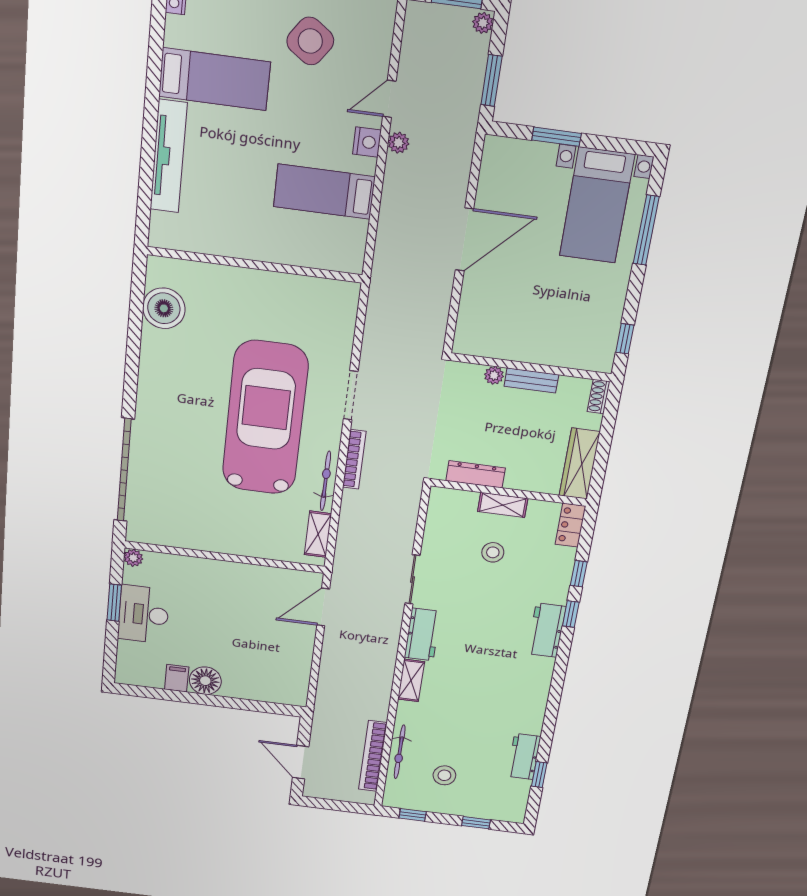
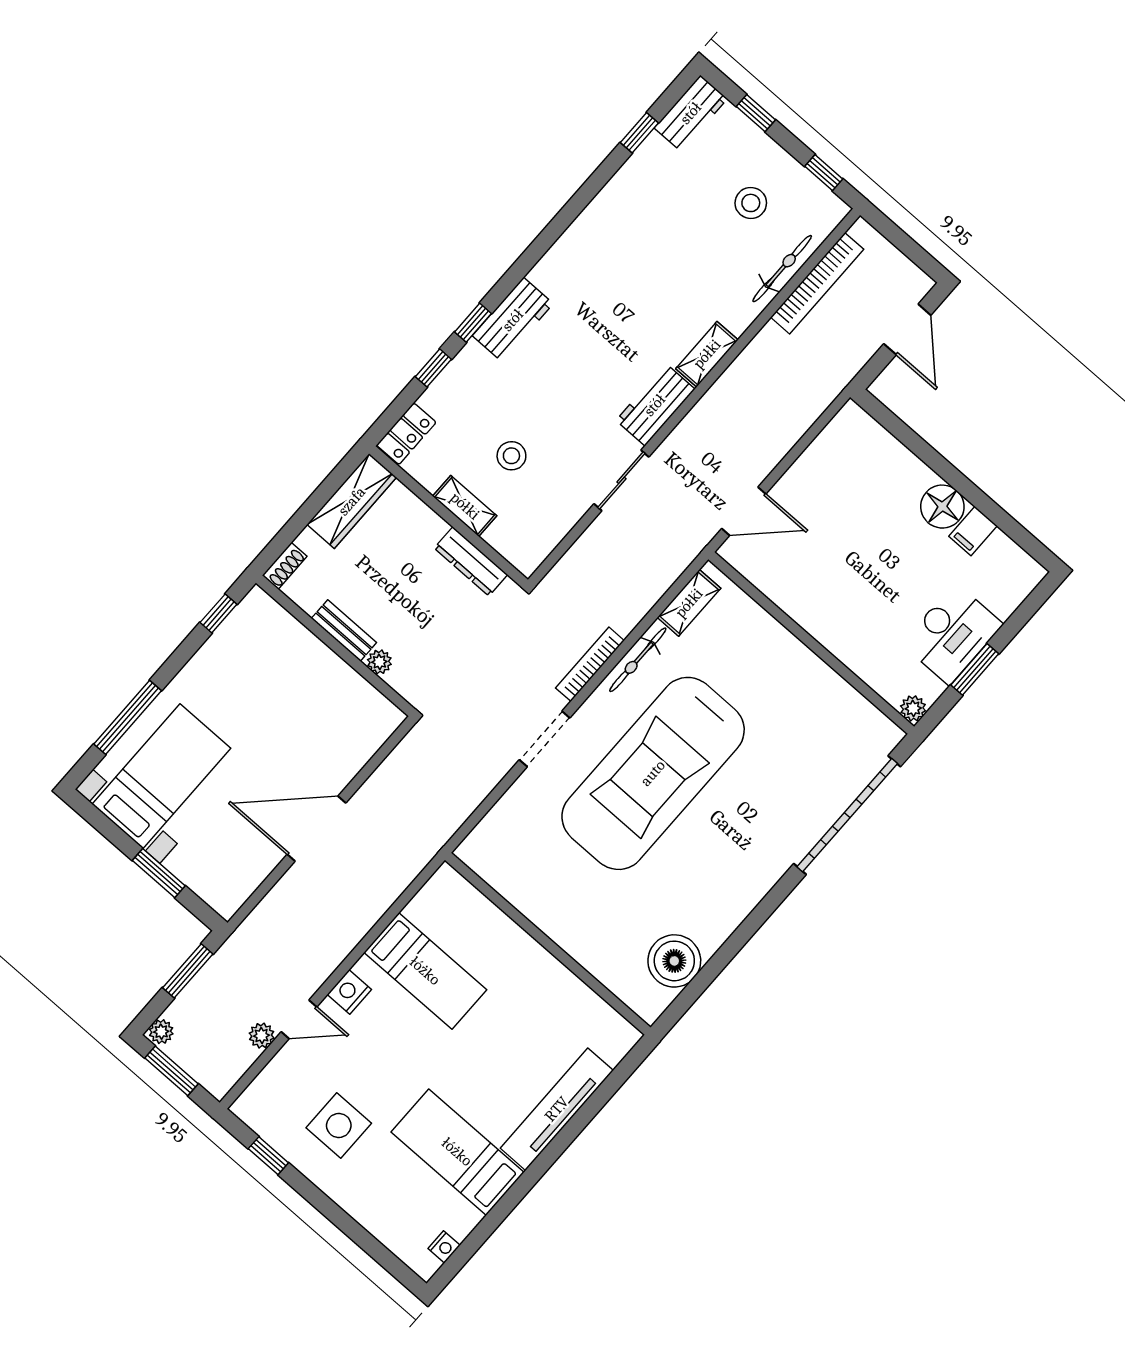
side table: (310, 41) -> (339, 1125), turned -35
plant: (398, 143) -> (262, 1036), moved
workbench: (524, 756) -> (691, 113), moved

